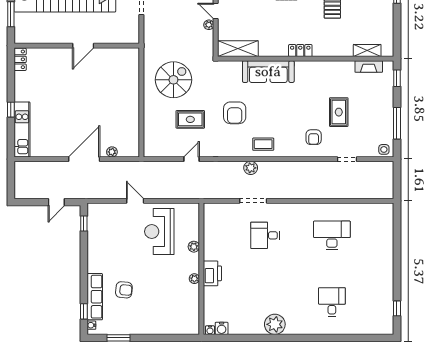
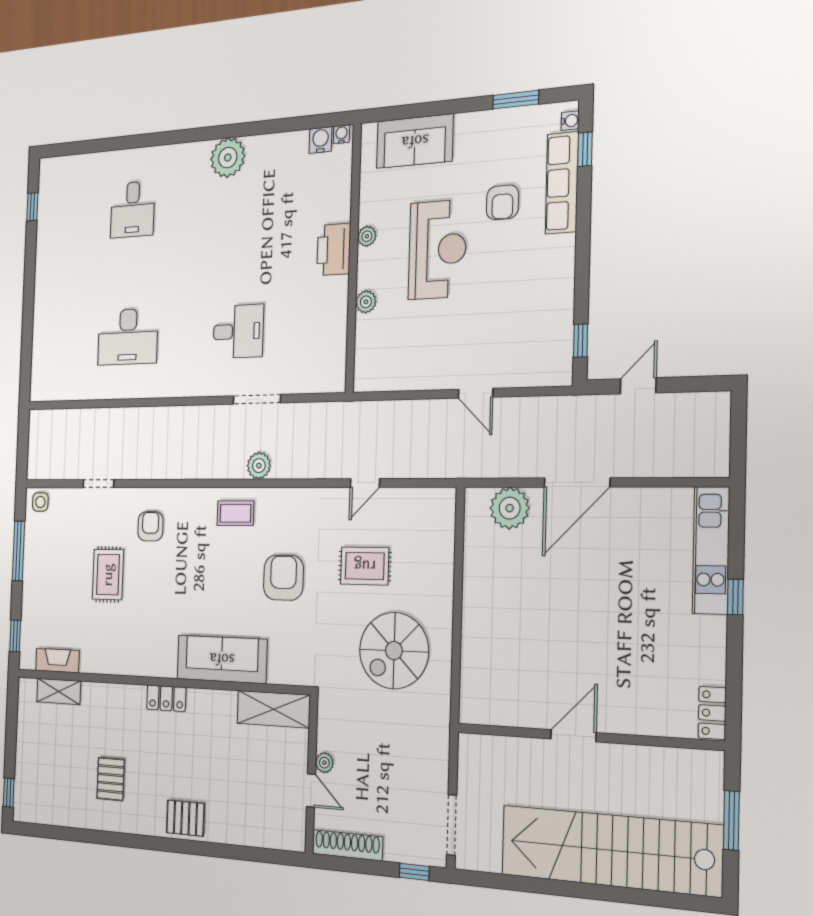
plant: (112, 152) -> (510, 508), width x1.87, depth x1.87
reception desk: (159, 232) -> (437, 250), moved
armchair: (124, 290) -> (502, 202), turned -95
sofa: (170, 323) -> (415, 141), added

